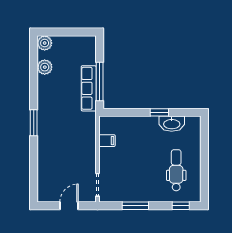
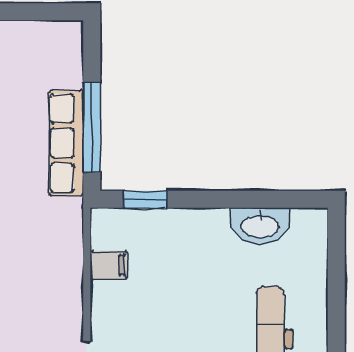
window: (159, 112) -> (145, 199), moved

